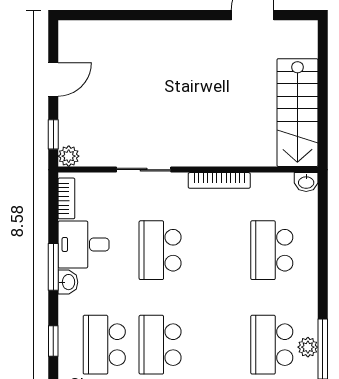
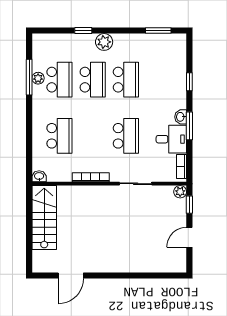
school desk: (104, 345) -> (93, 80), moved

